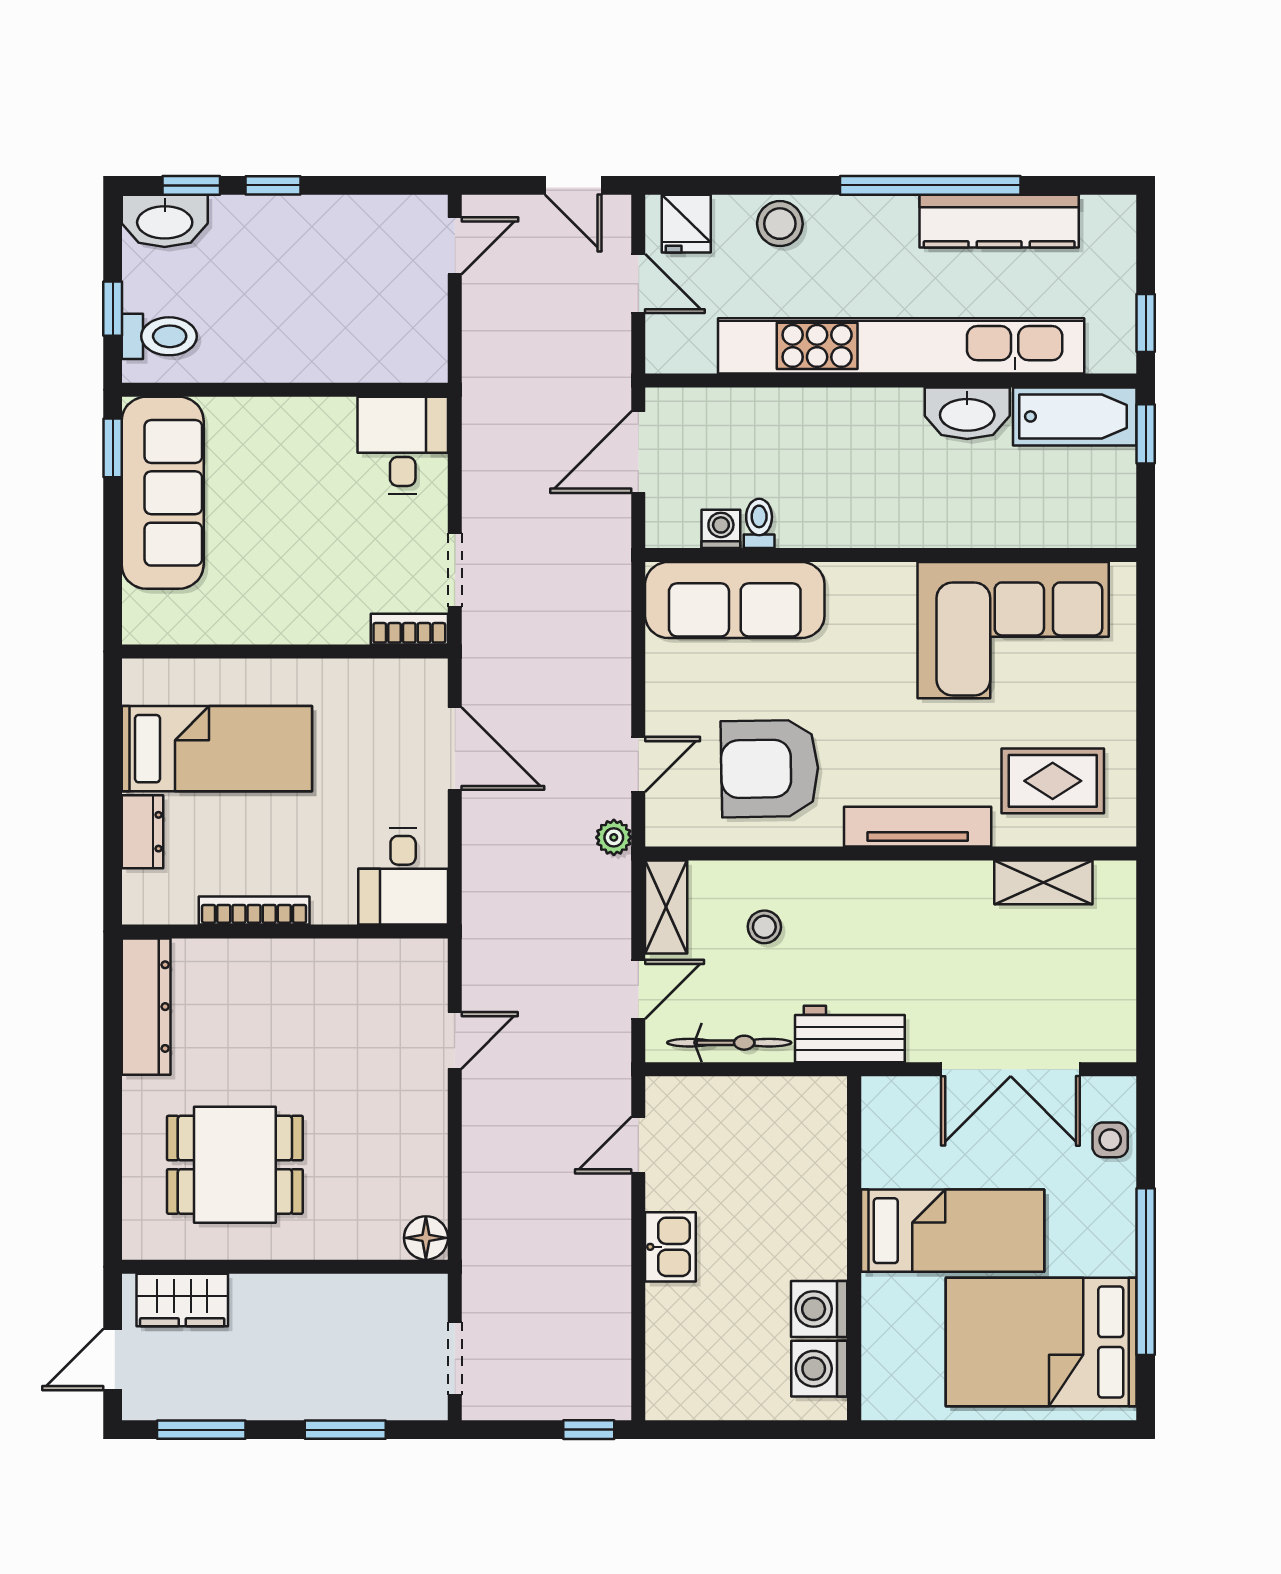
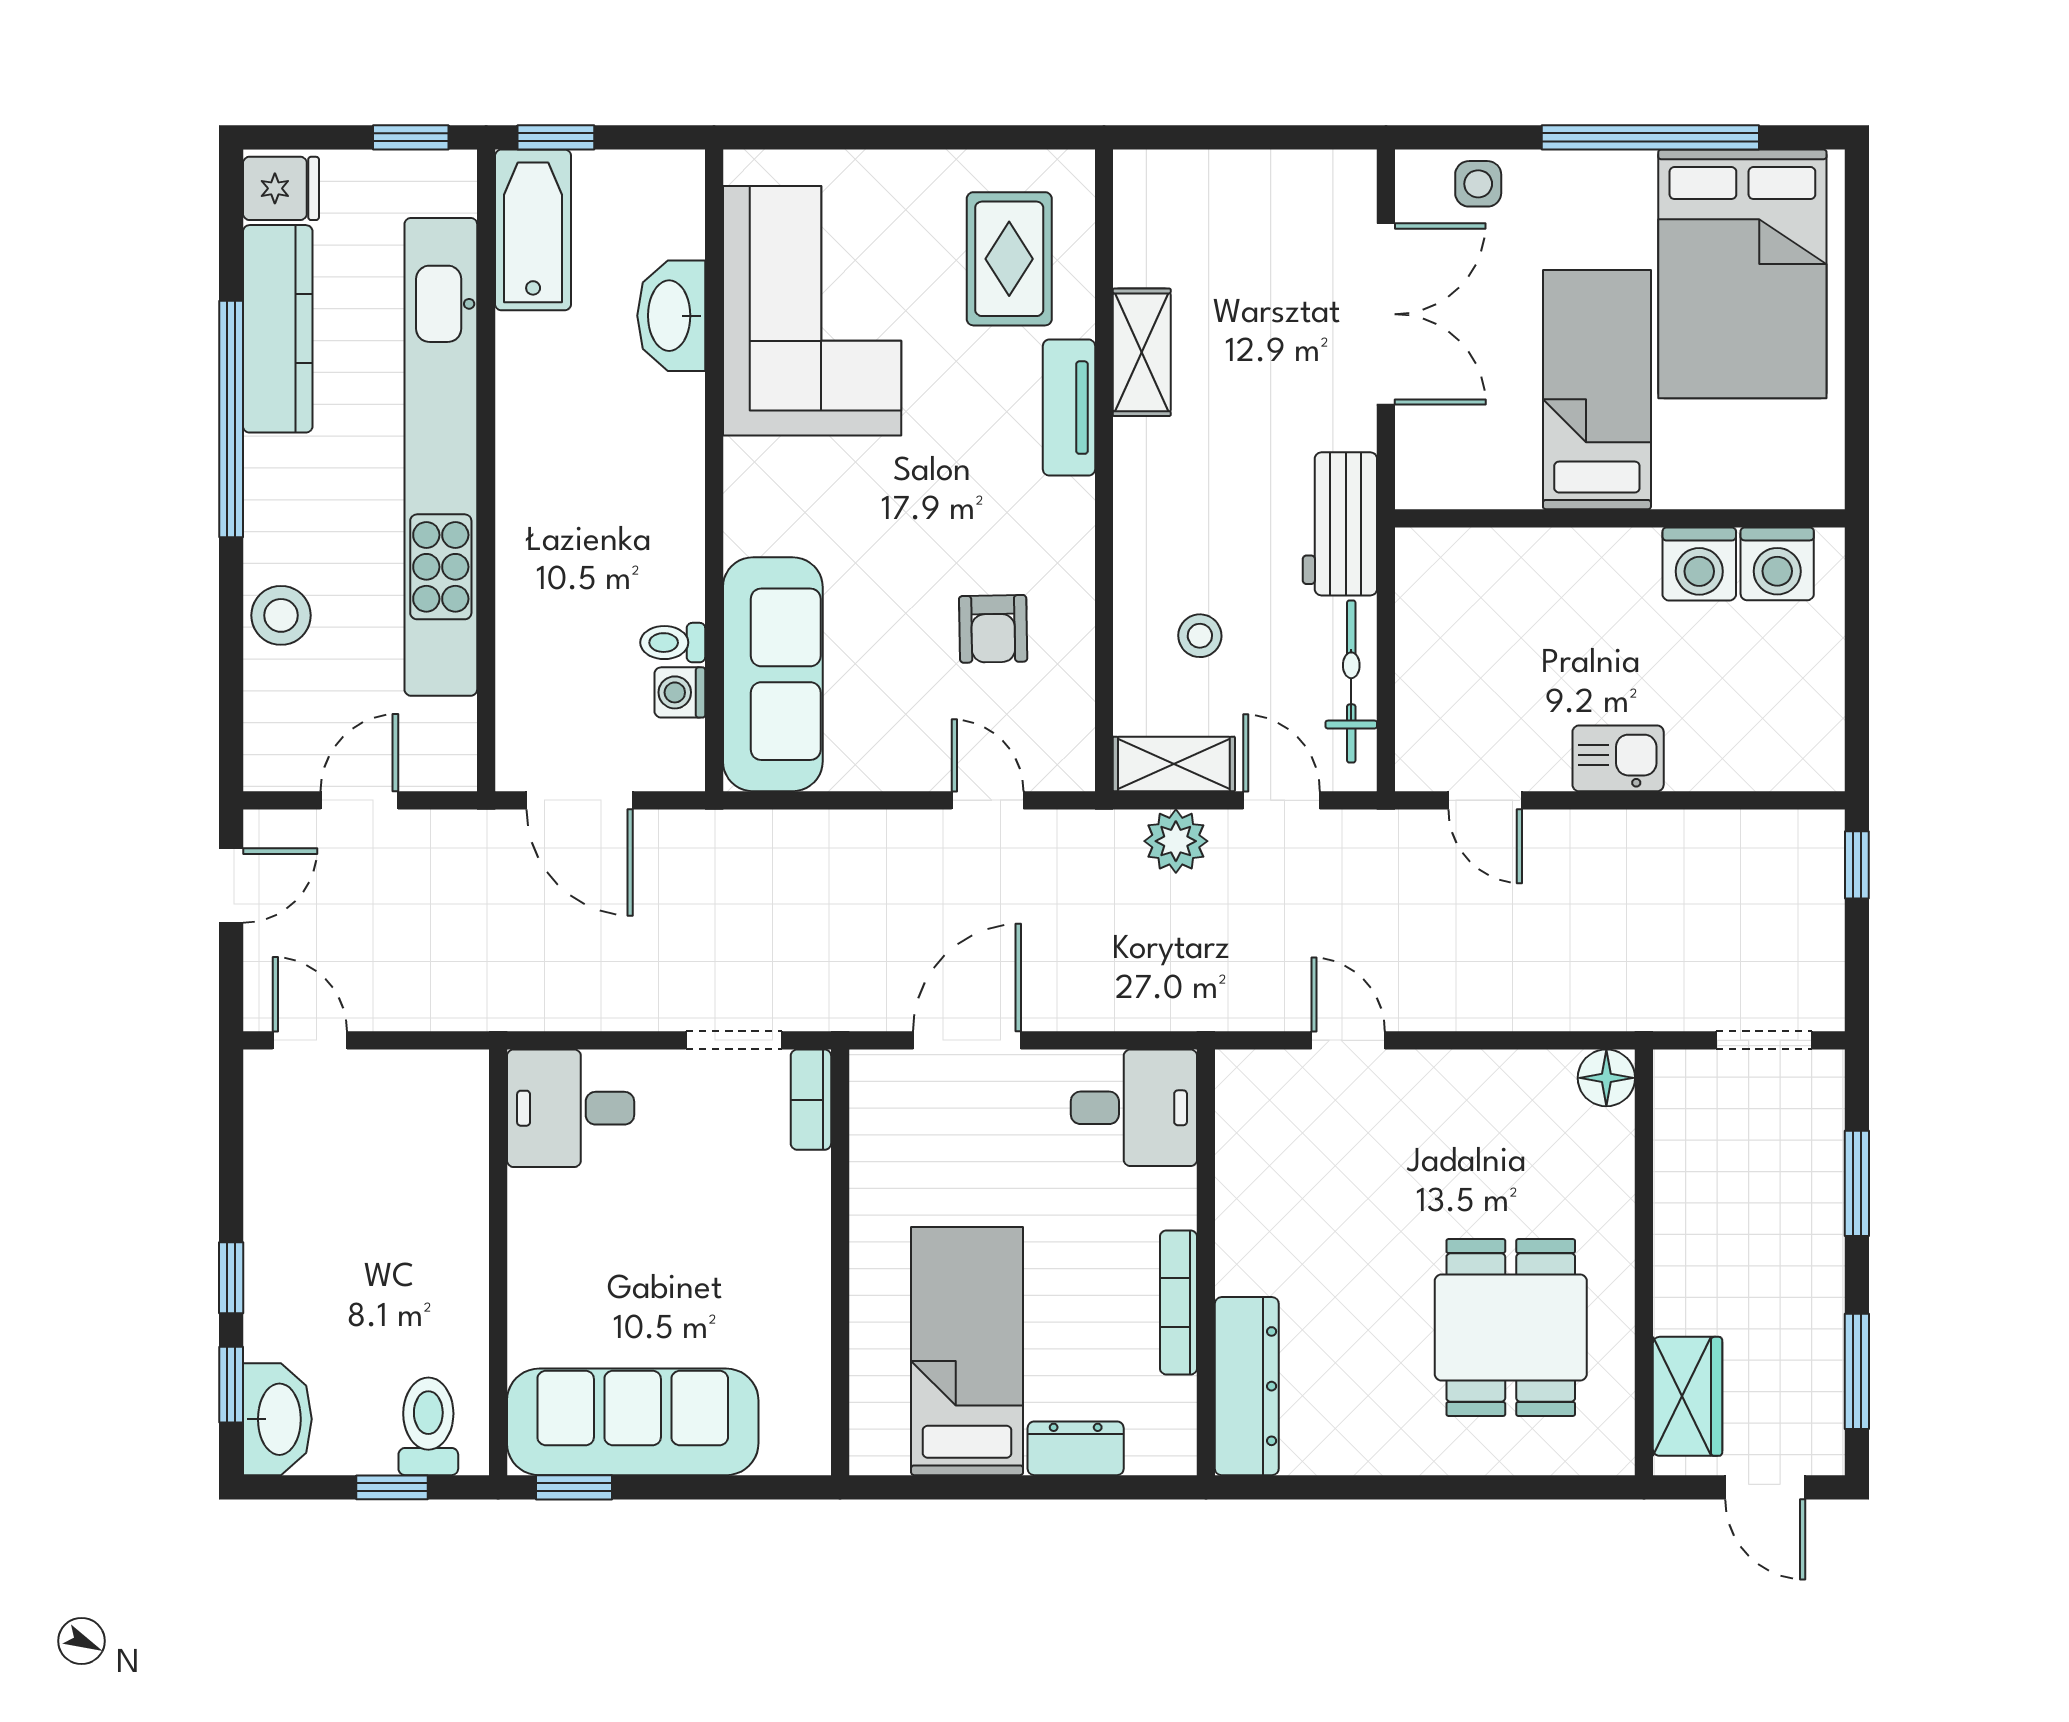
fridge: (686, 224) -> (281, 188), moved
washbasin: (967, 413) -> (671, 316), moved, turned 180
armchair: (770, 769) -> (993, 629), width x0.53, depth x0.53
tv unit: (918, 827) -> (1069, 408), width x0.71
plant: (614, 837) -> (1176, 841), moved, width x1.38, depth x1.38
shelving: (1043, 882) -> (1142, 352), moved
dresser: (146, 1007) -> (1247, 1386), moved, turned 90

